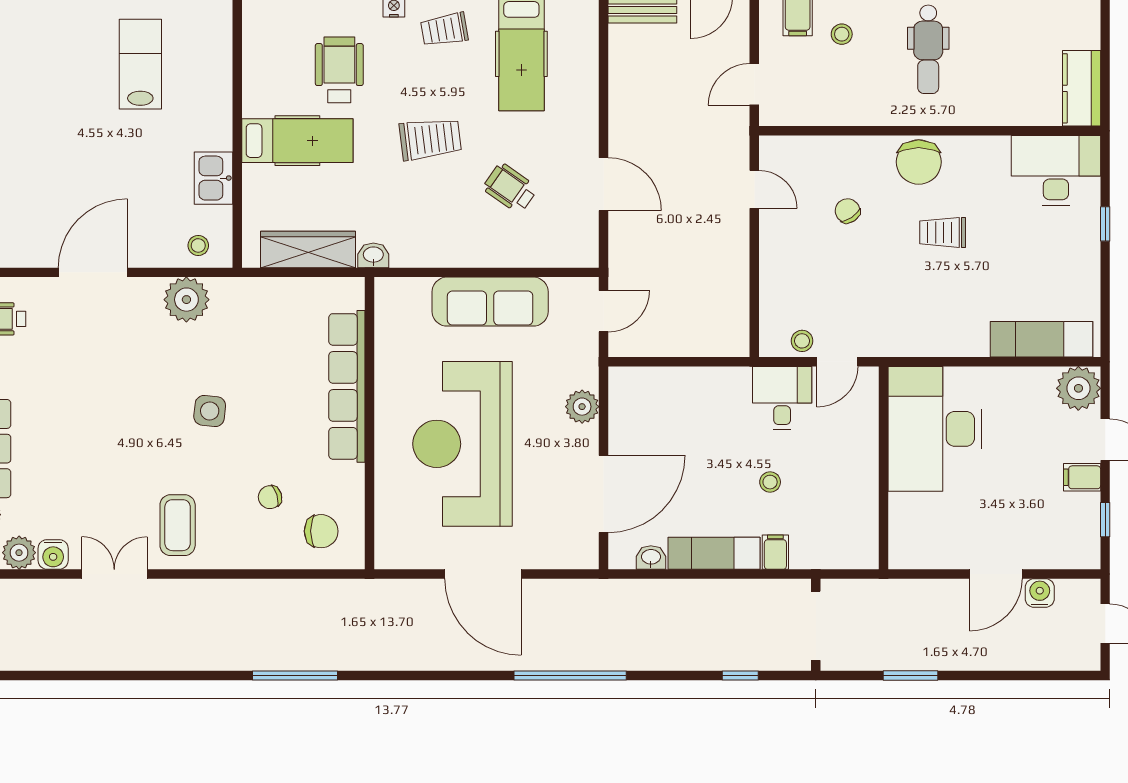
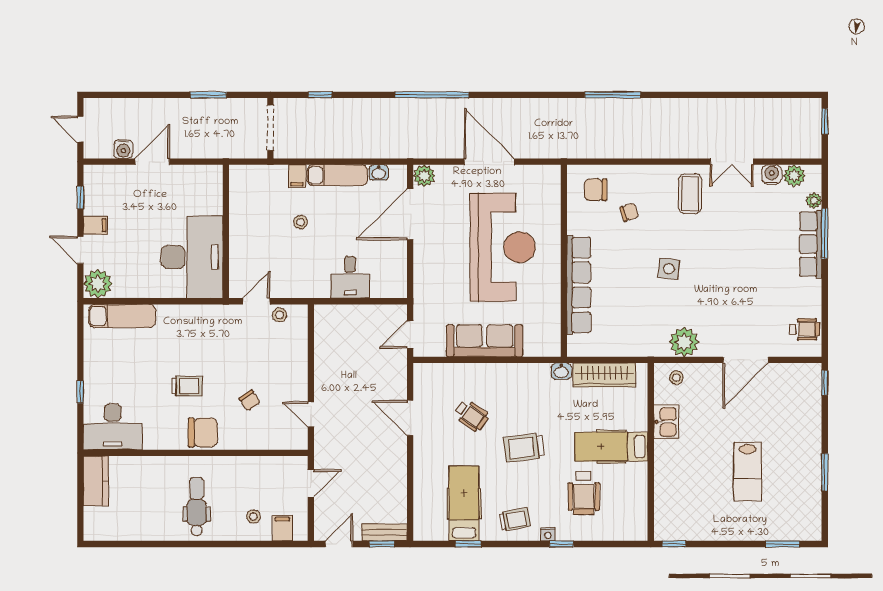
lab bench: (140, 64) -> (748, 472), moved
chair: (919, 162) -> (203, 432), turned 90
desk: (782, 398) -> (350, 277), moved
plant: (582, 407) -> (424, 176), moved

